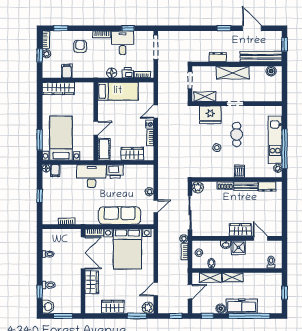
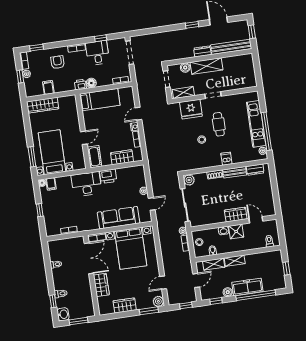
dresser: (218, 57) -> (202, 51), moved
boiler: (271, 71) -> (185, 68), moved
printer: (128, 73) -> (80, 85), moved

